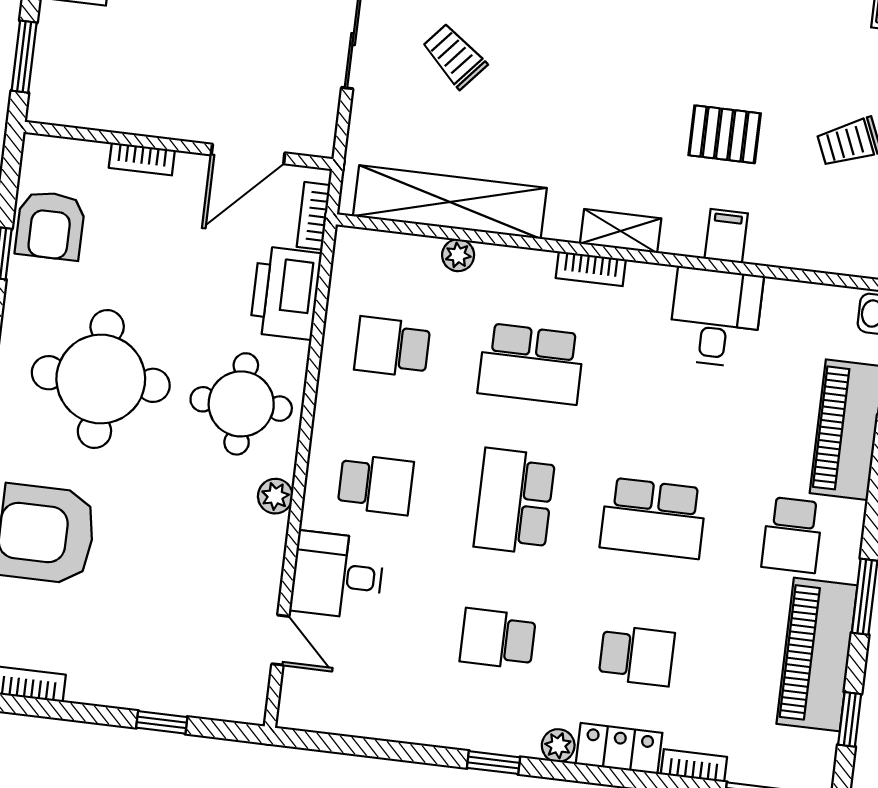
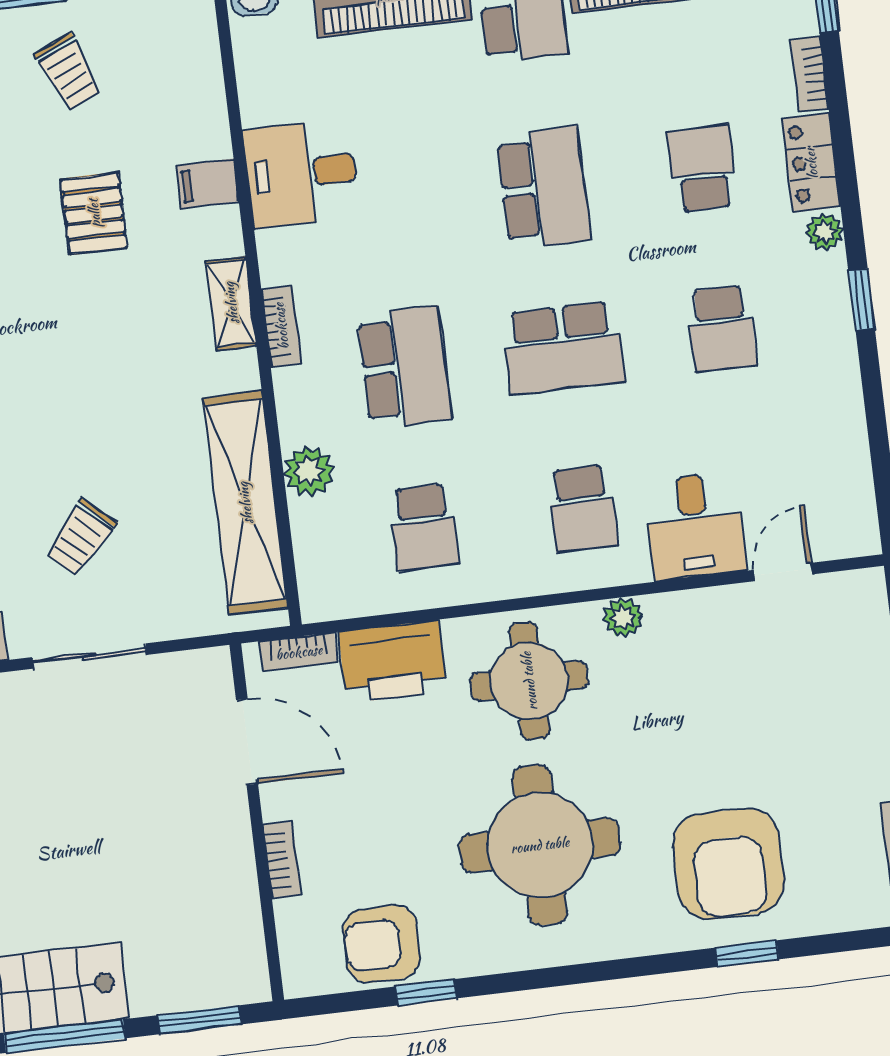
armchair: (50, 225) -> (382, 944), turned 180
plant: (458, 255) -> (309, 471), width x1.38, depth x1.38
school desk: (376, 484) -> (582, 508), turned 180

